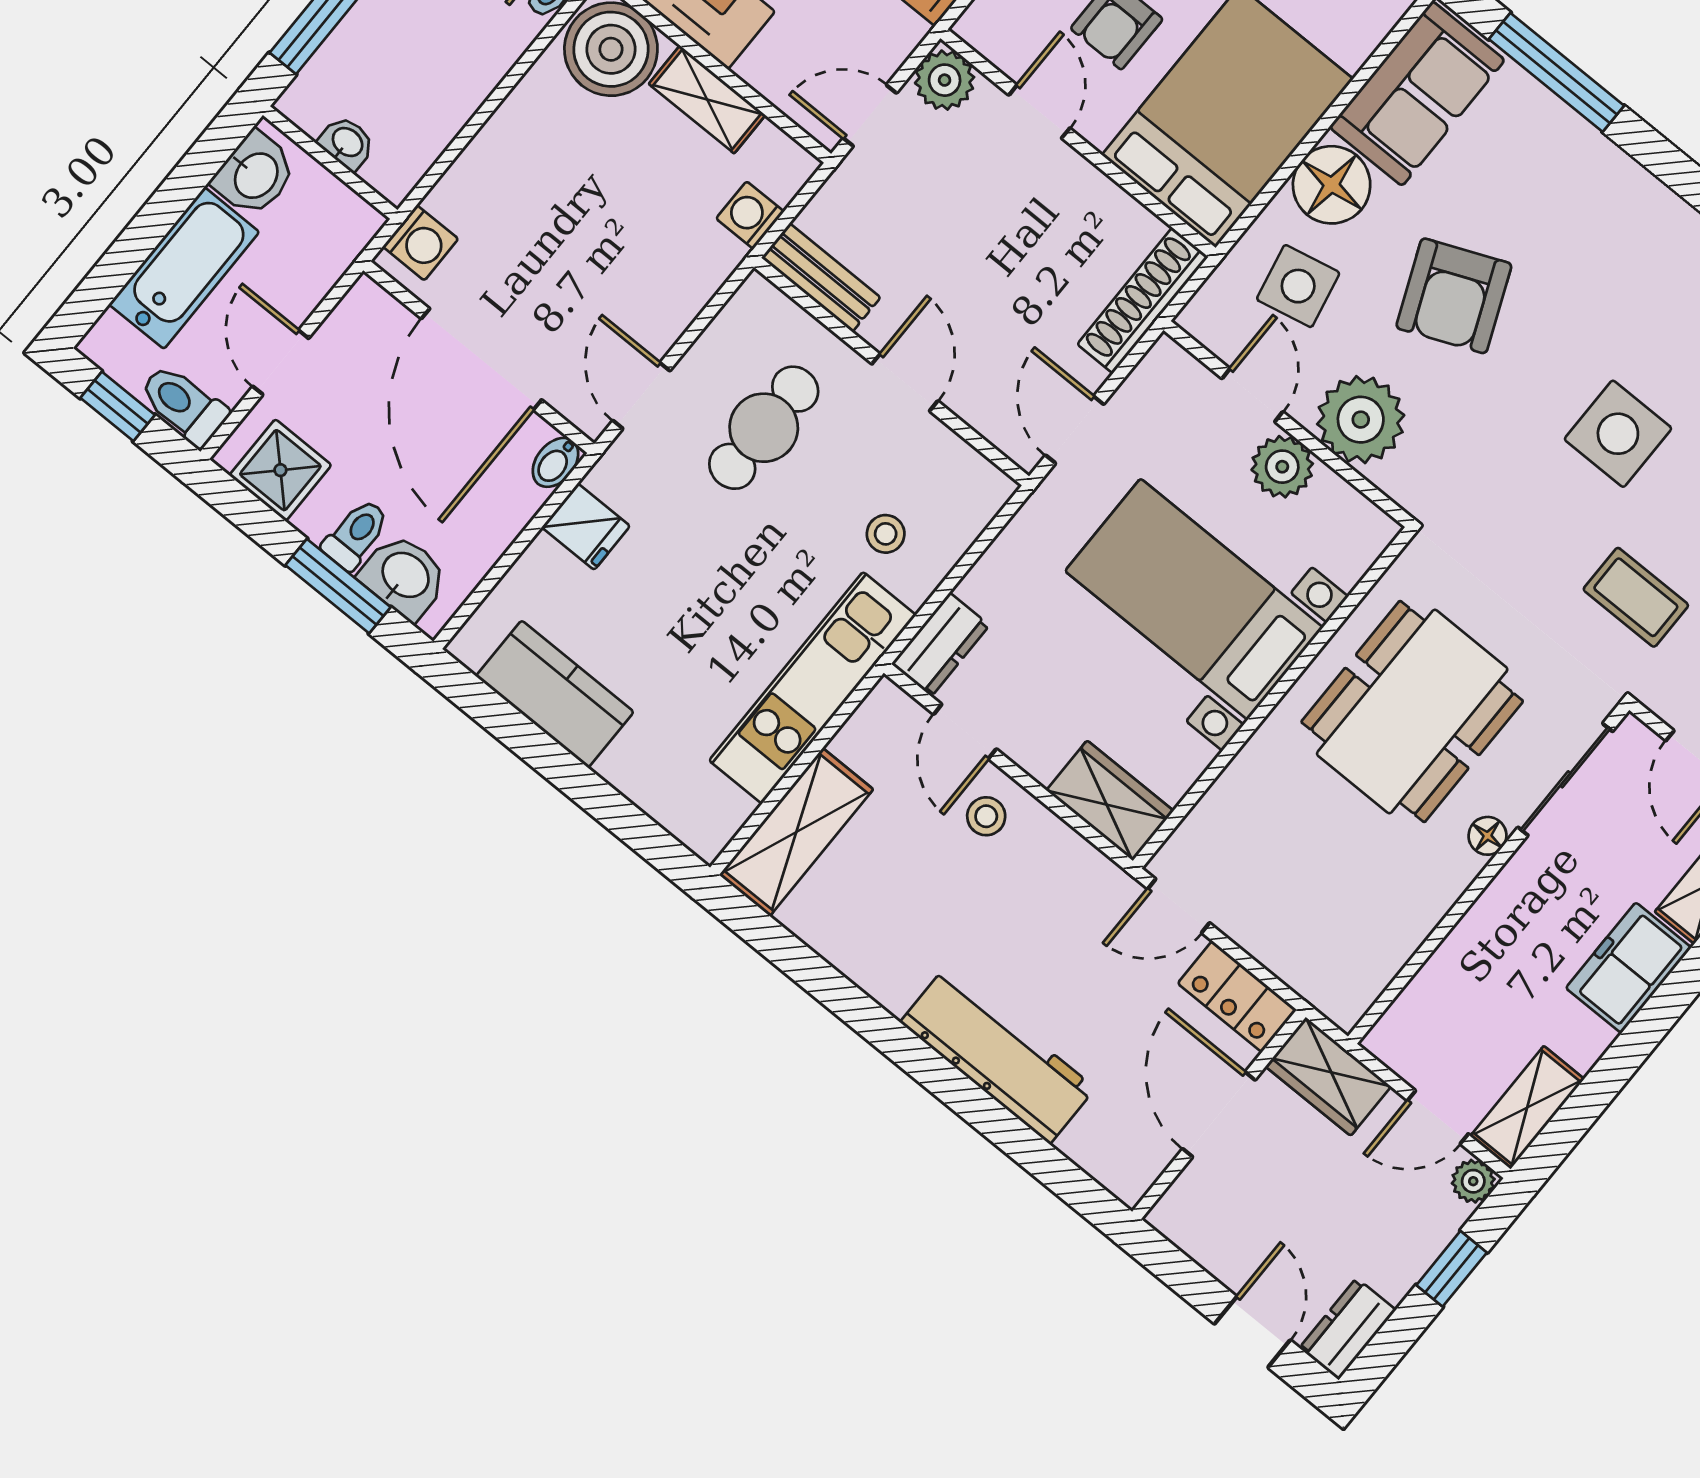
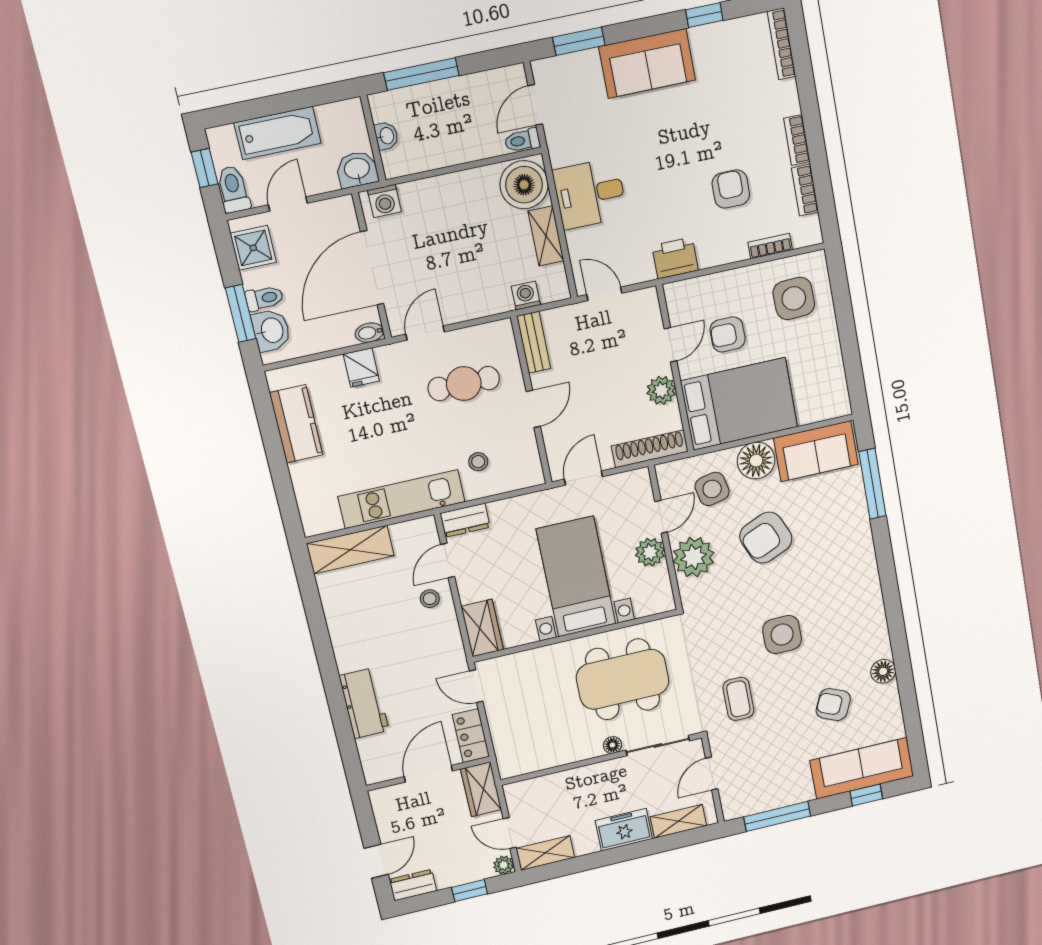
plant: (945, 80) -> (661, 390), moved
washbasin: (255, 174) -> (357, 169), moved, turned 180
workbench: (998, 1055) -> (364, 703), width x0.73

